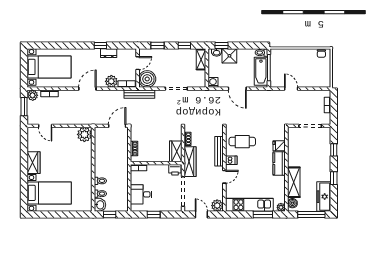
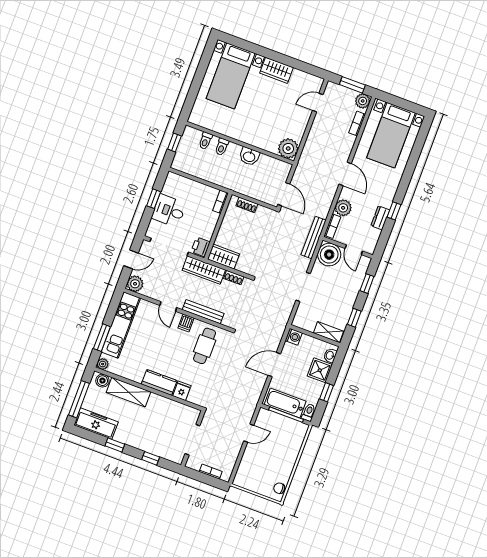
window: (221, 45) -> (327, 392), moved
desk: (141, 194) -> (169, 211), moved, turned -90
washbasin: (100, 205) -> (249, 156), moved

